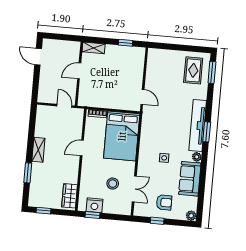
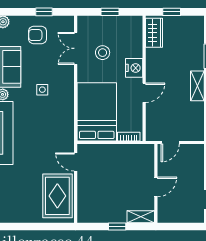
window: (125, 43) -> (117, 226), moved
rug: (193, 70) -> (57, 196), moved, width x1.36, depth x1.43
door: (64, 106) -> (170, 143), hinge flipped
nightstand: (95, 205) -> (134, 68), moved, turned 90
window: (43, 211) -> (172, 12), moved
window: (92, 215) -> (110, 12), moved

